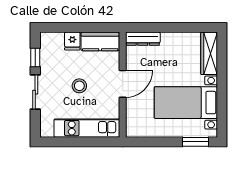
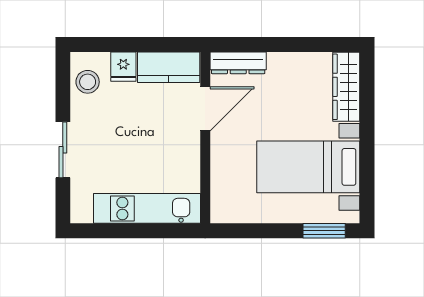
window: (35, 58) -> (63, 94), removed
door: (123, 84) -> (205, 109), moved
stool: (79, 86) -> (88, 82), moved

